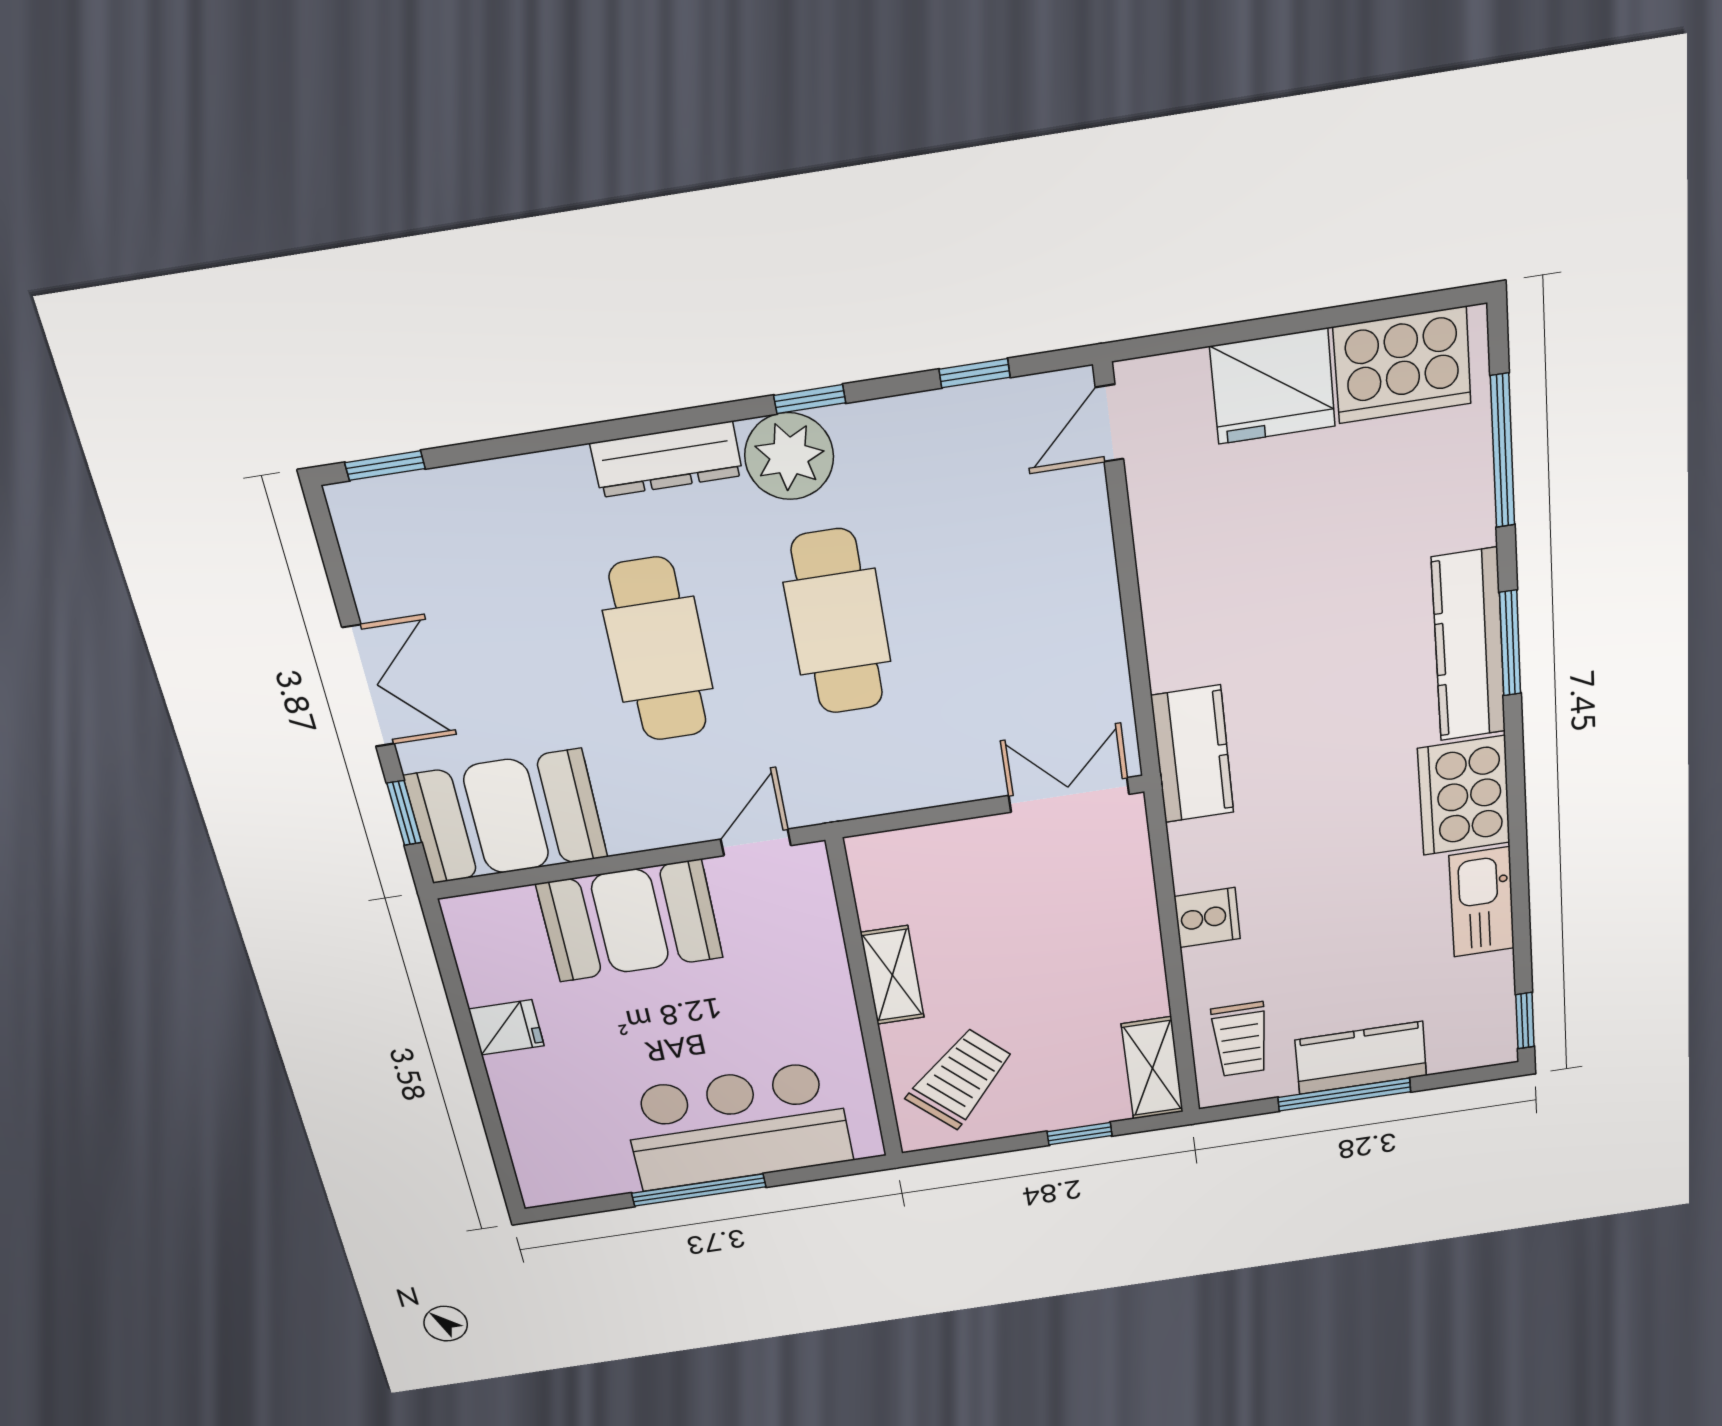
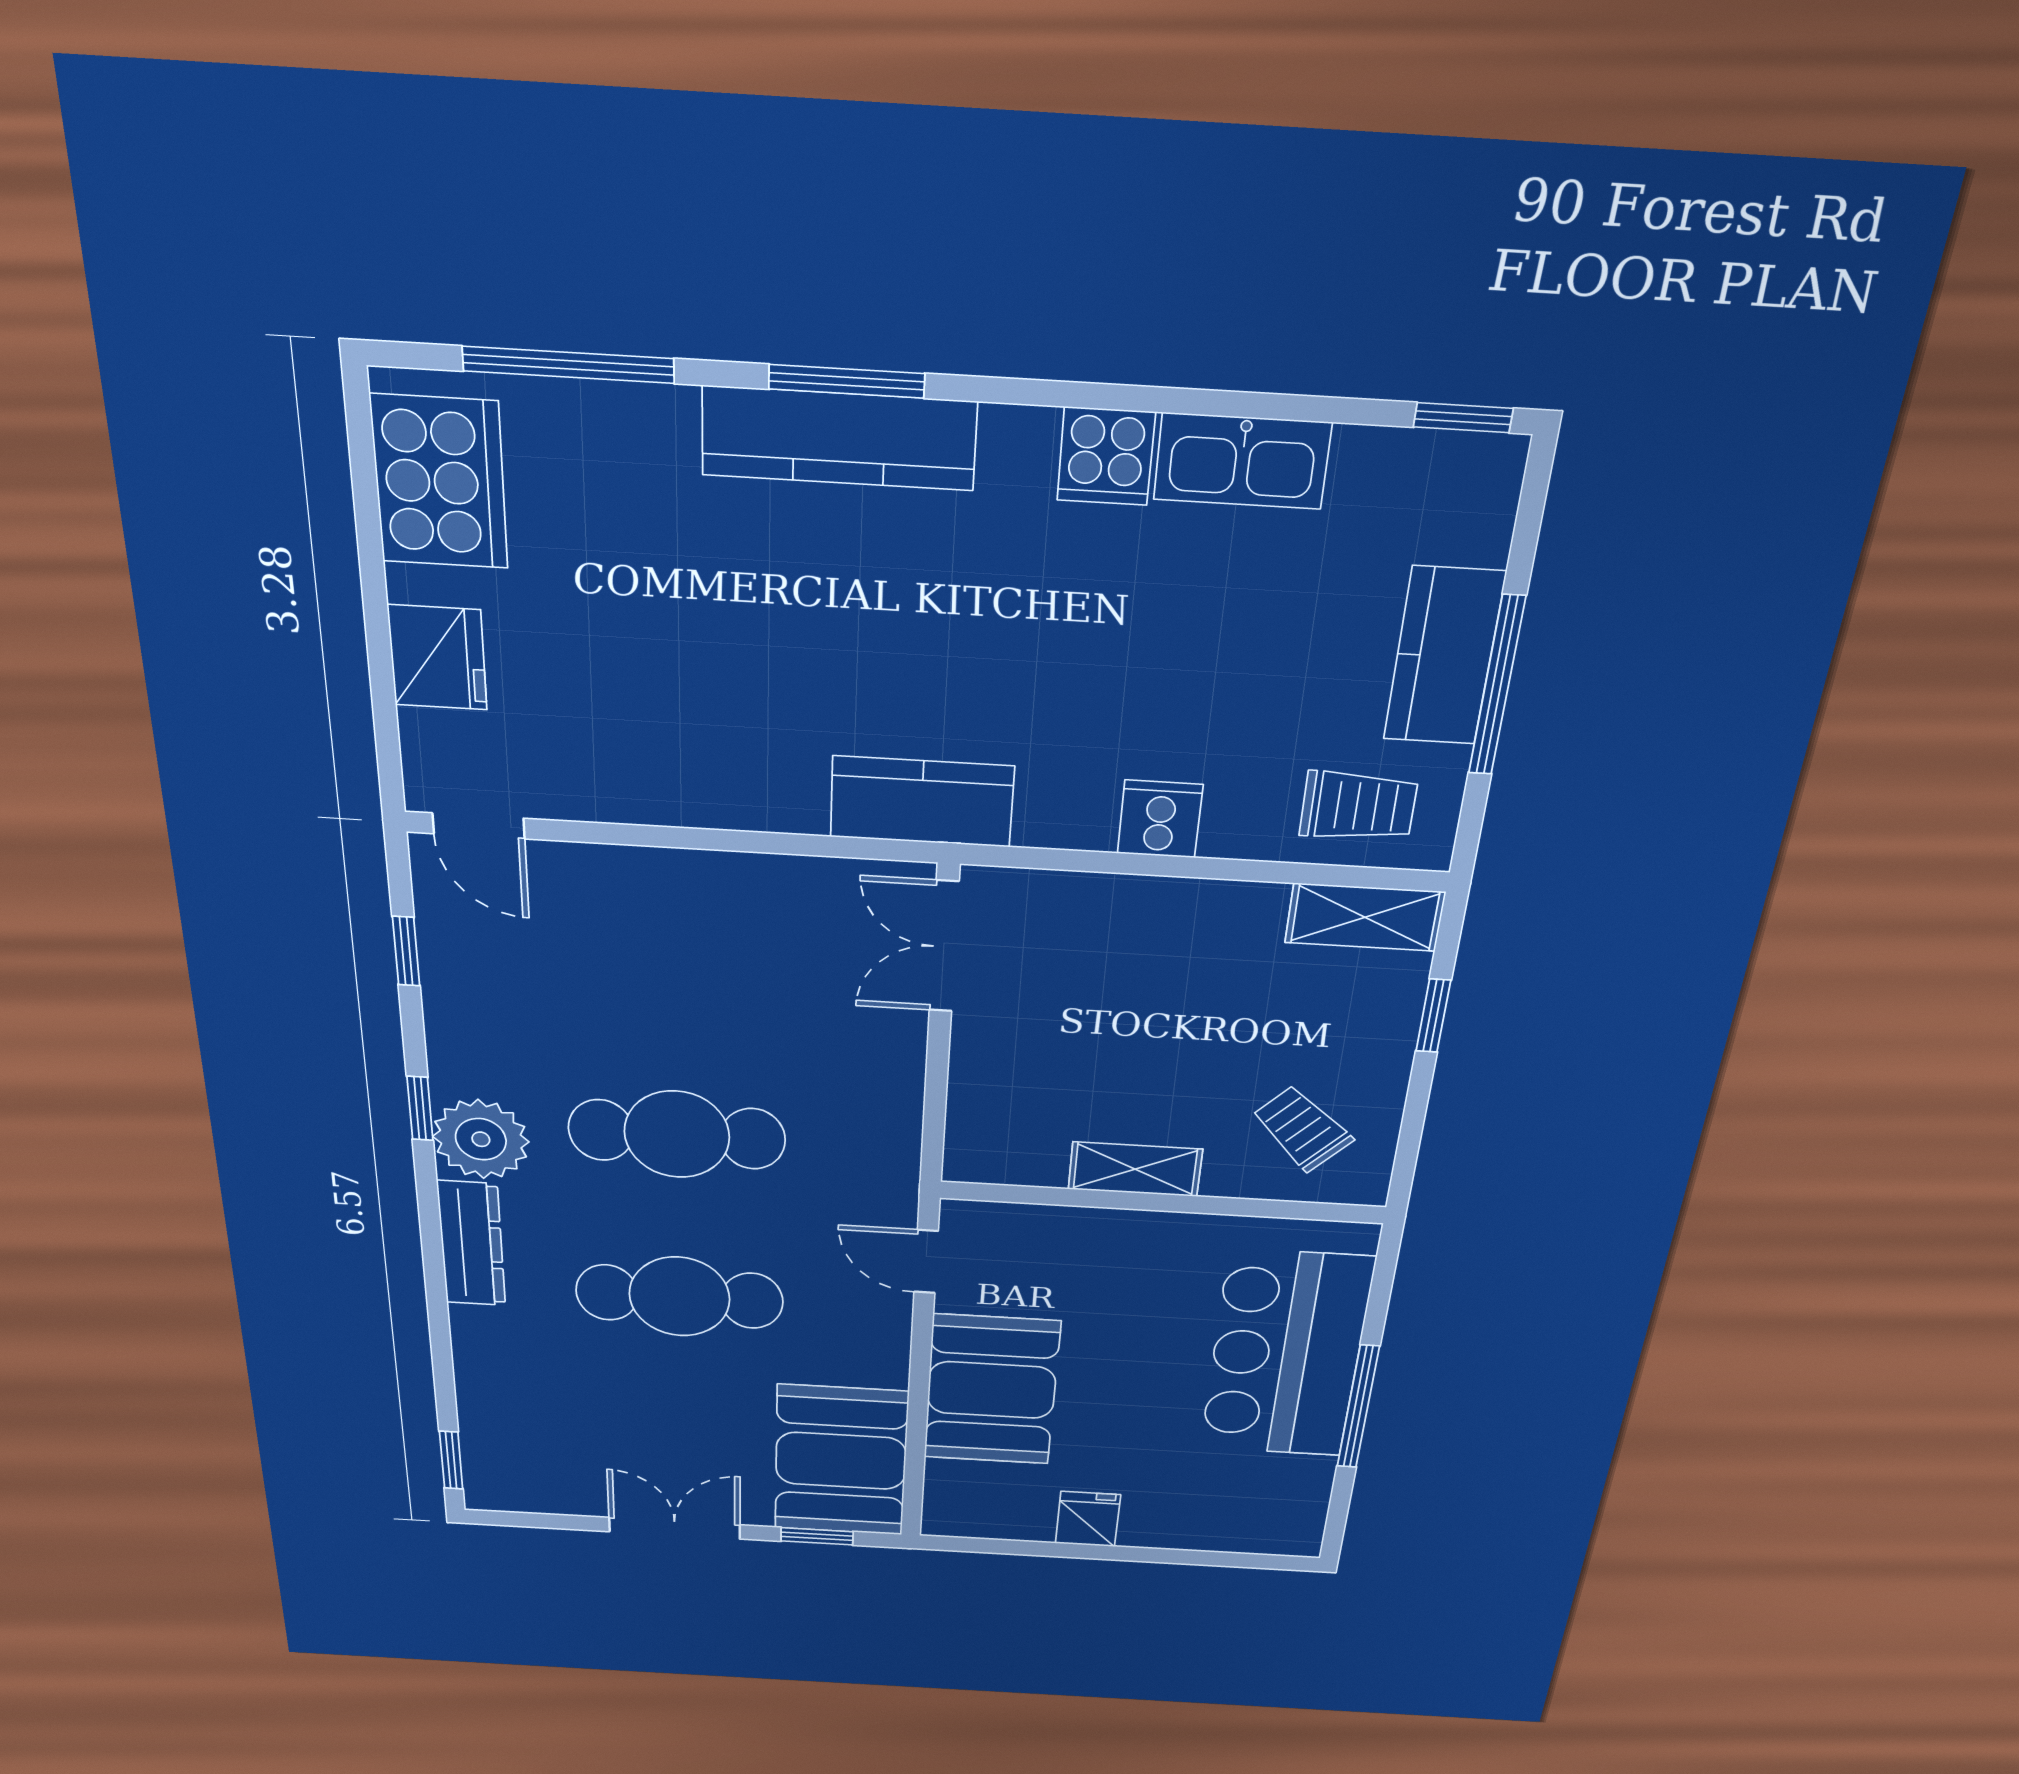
fridge: (1273, 386) -> (438, 658), width x0.73, depth x0.75
cooker: (1464, 796) -> (1106, 456), width x0.53, depth x0.76
trolley: (960, 1078) -> (1302, 1128), width x0.73, depth x0.72

